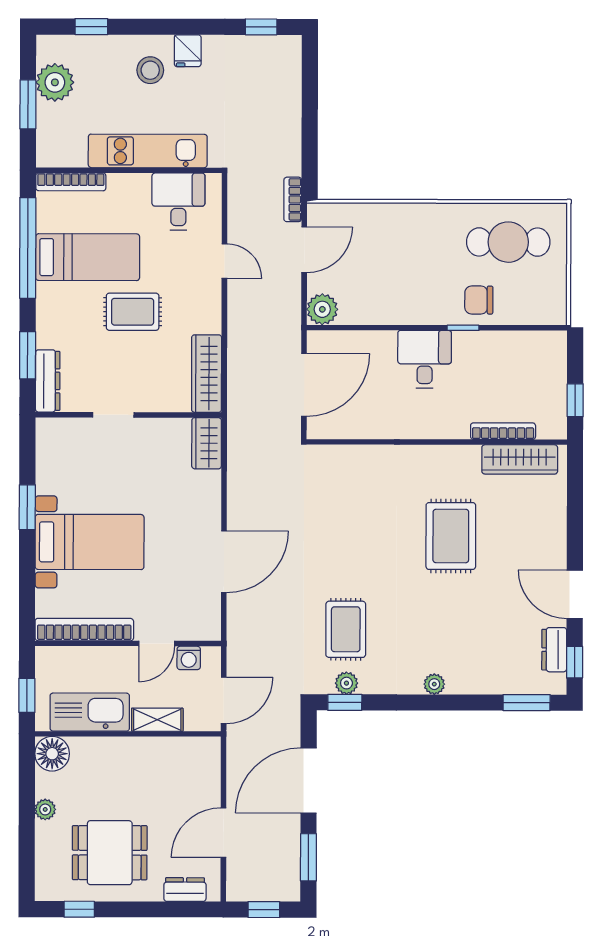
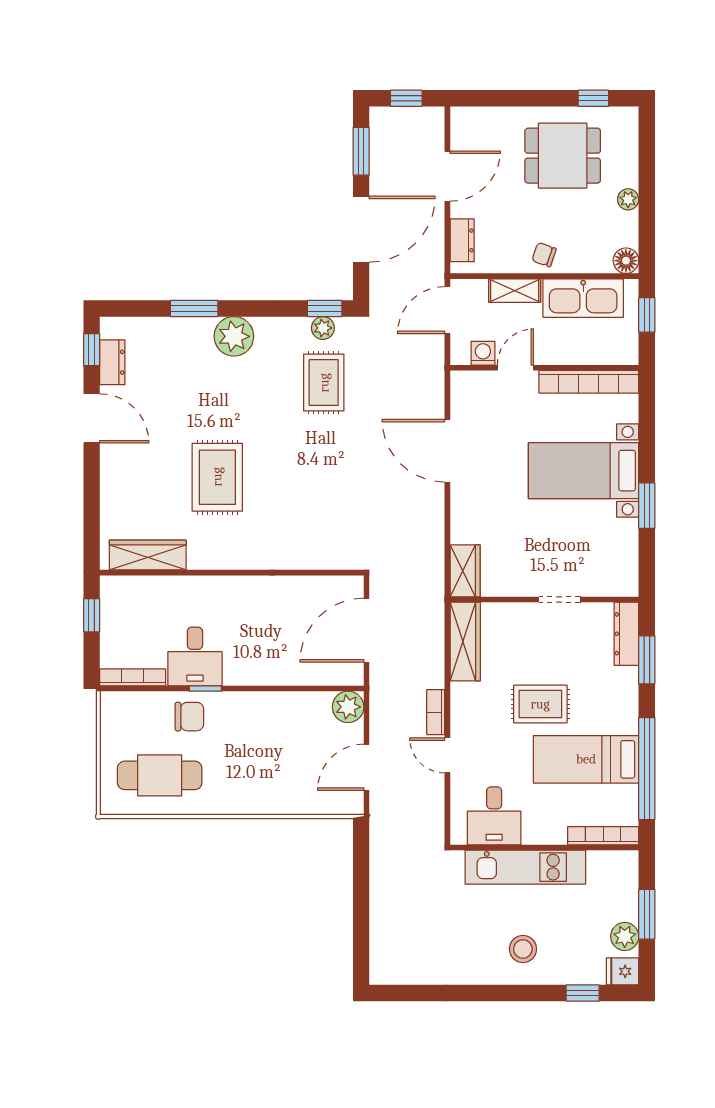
window: (261, 27) -> (411, 993), removed
fridge: (188, 51) -> (623, 971), moved, turned -90
plant: (55, 82) -> (625, 936), width x0.73, depth x0.73
bookcase: (293, 199) -> (436, 712), moved, turned 180
desk: (425, 359) -> (195, 656), moved
bookcase: (503, 431) -> (133, 677), moved, turned 180
door: (224, 562) -> (447, 451), hinge flipped
plant: (434, 684) -> (234, 336), width x1.87, depth x1.87
window: (527, 703) -> (194, 308), moved
floor lamp: (52, 754) -> (626, 261), width x0.73, depth x0.73
chair: (128, 755) -> (544, 255), added
dresser: (185, 890) -> (462, 240), moved, turned -90

